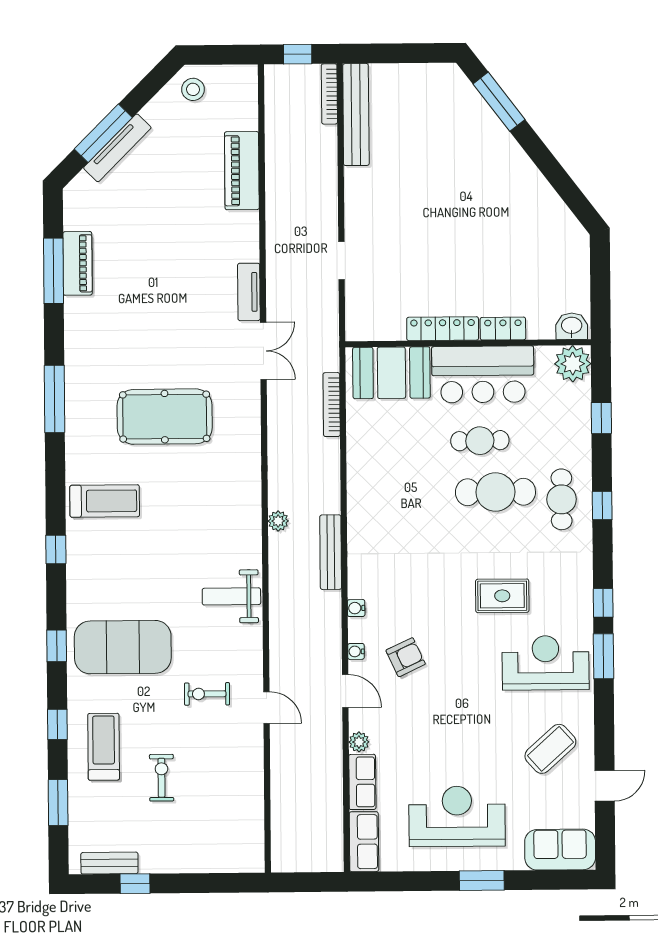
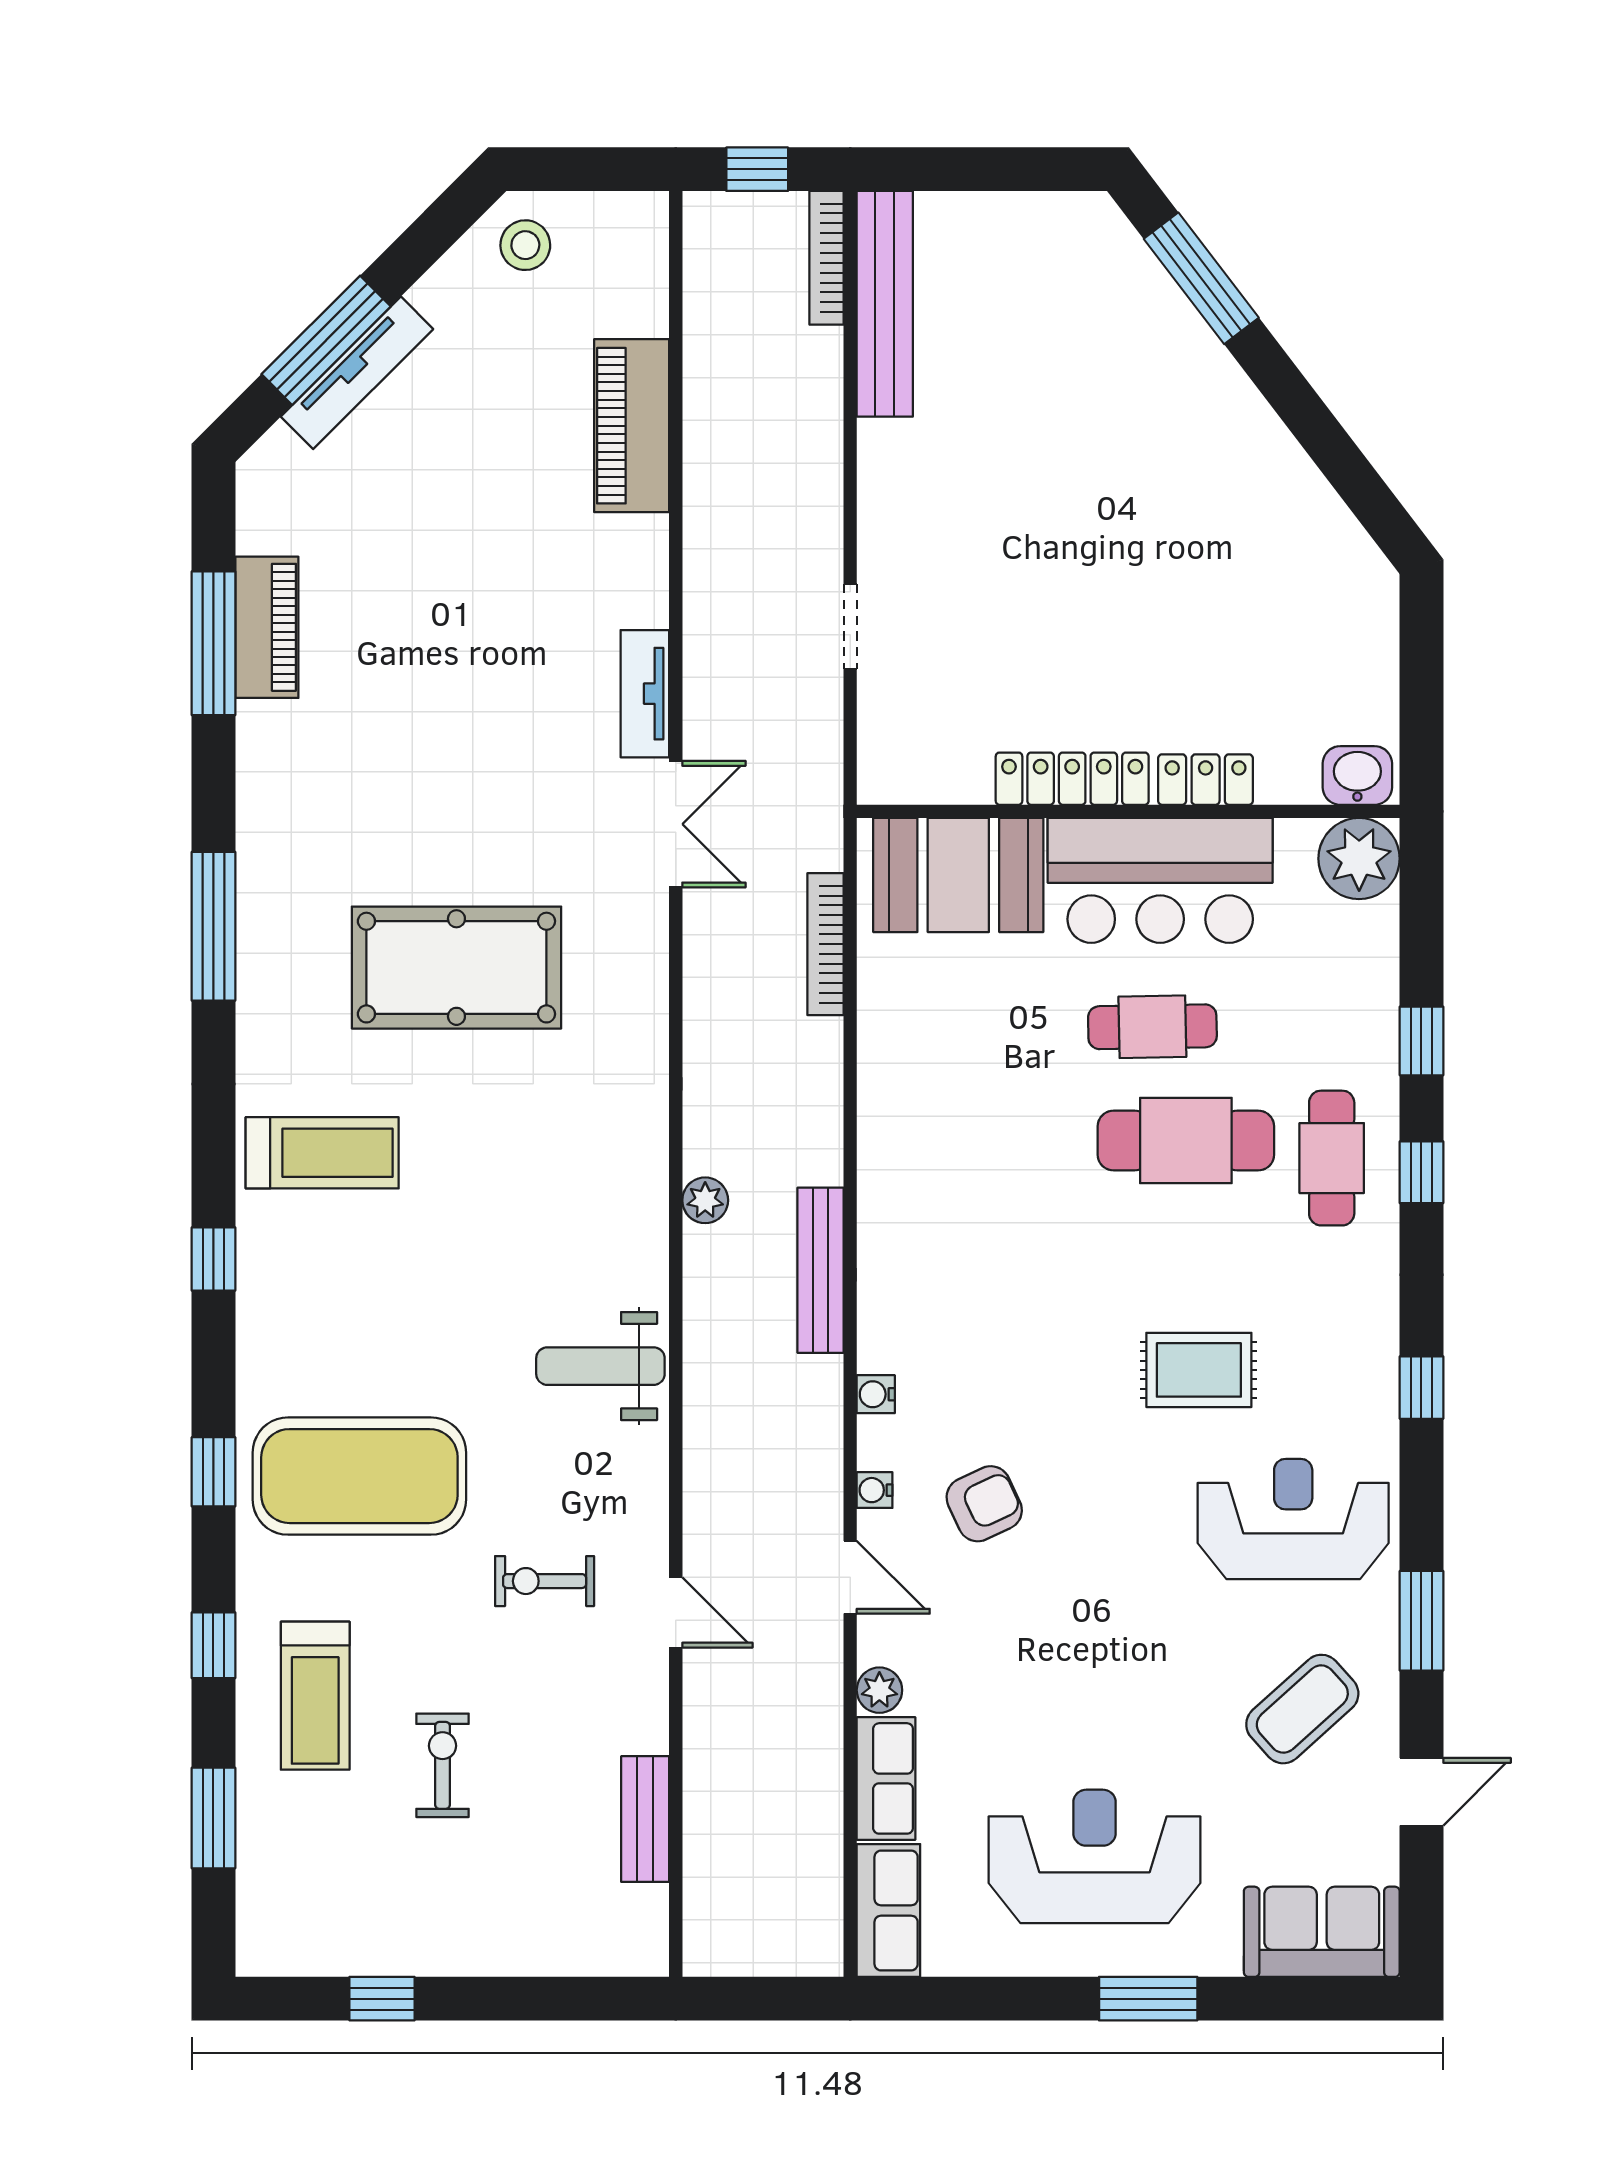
window: (601, 418) -> (1421, 1041), moved
window: (604, 656) -> (1421, 1621), moved
treadmill: (104, 747) -> (315, 1696), turned 180
bench: (109, 863) -> (645, 1819), moved, turned 90

